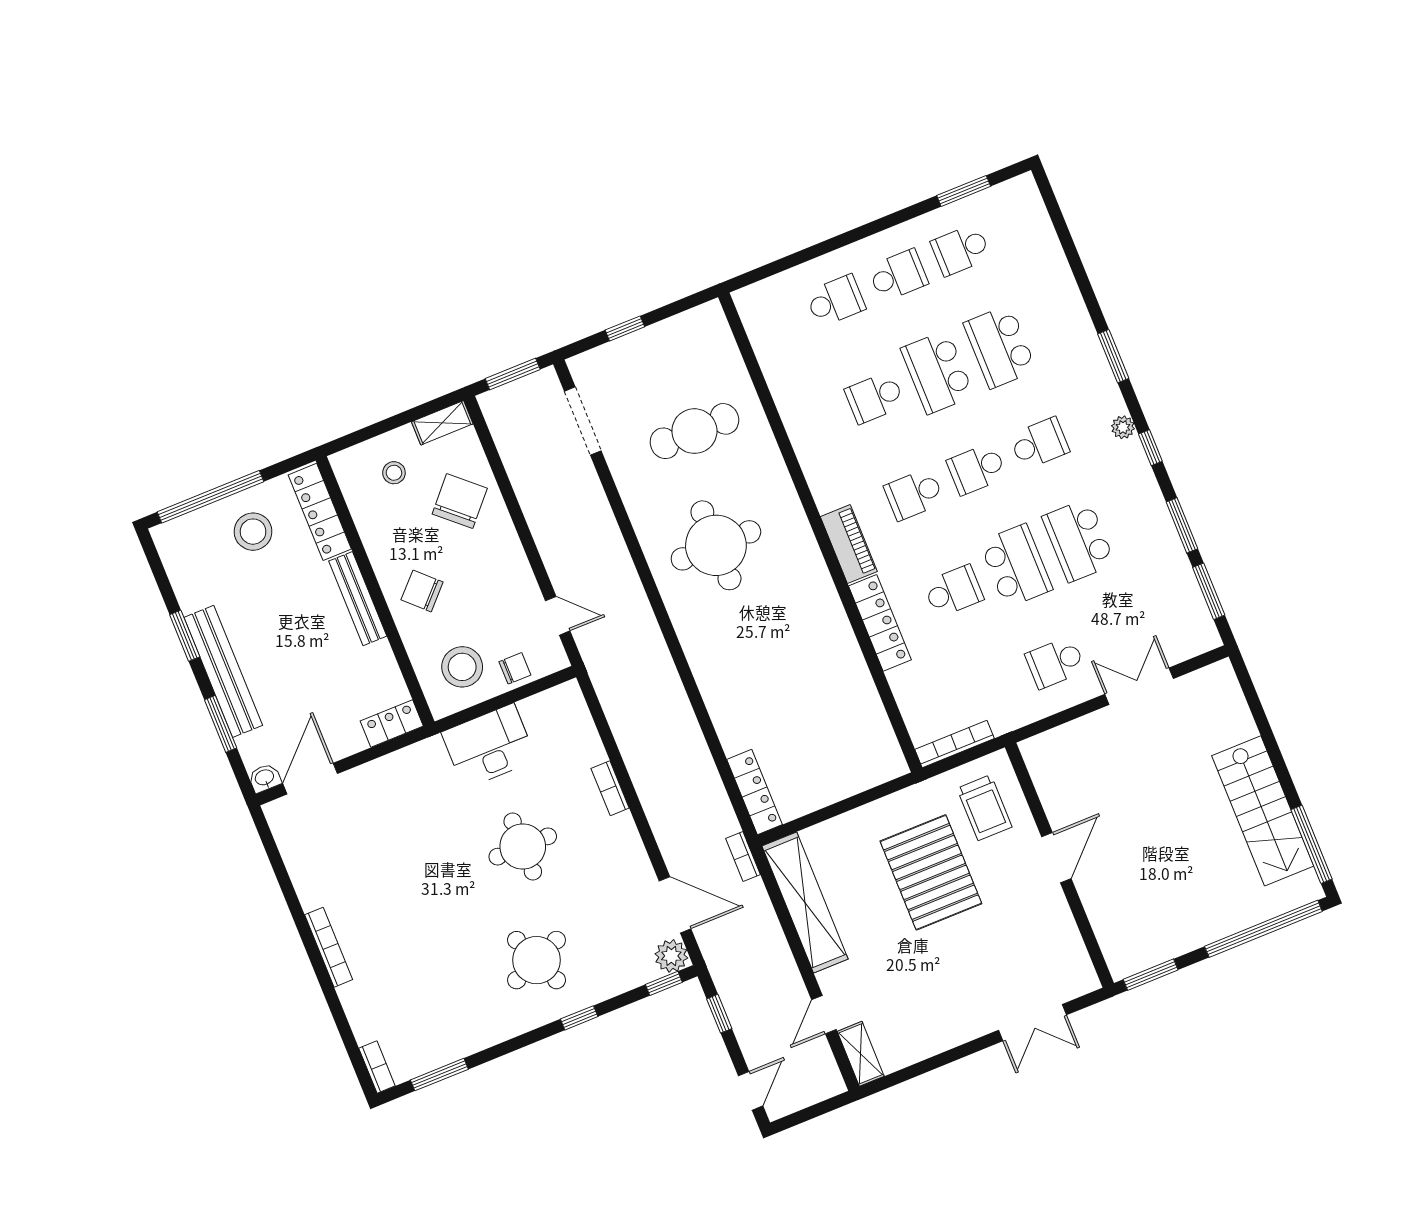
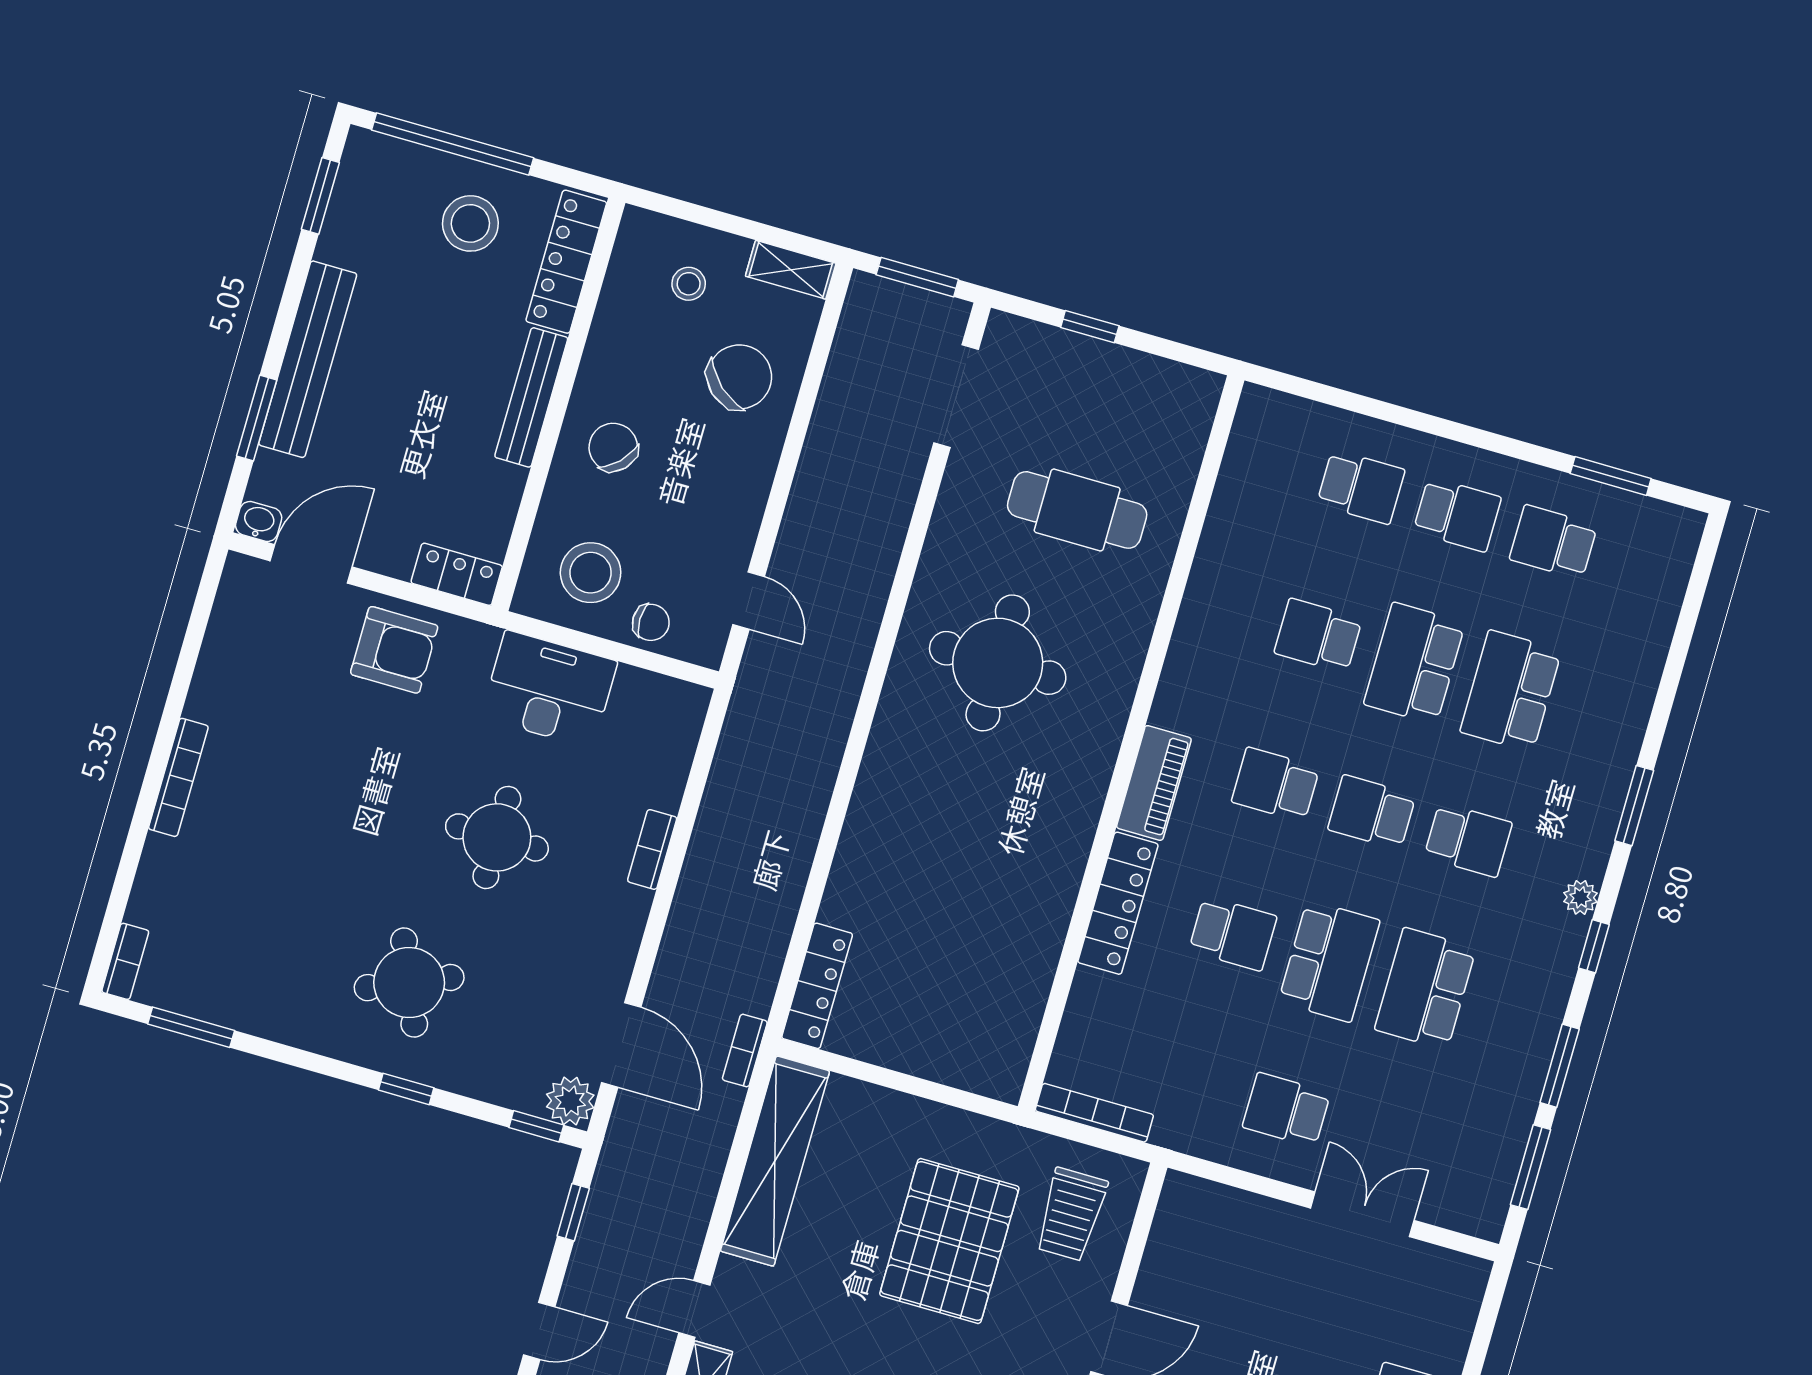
window: (185, 636) -> (320, 196), moved
armchair: (390, 790) -> (394, 650), added

